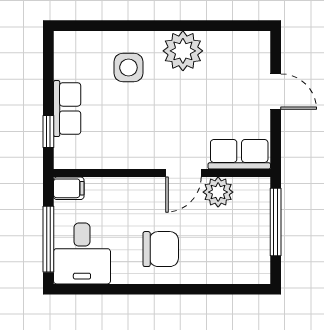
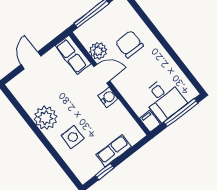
window: (48, 131) -> (105, 172), moved
water cooler: (145, 157) -> (108, 97), added
chair: (161, 249) -> (129, 44), moved
desk: (82, 253) -> (164, 99), moved, turned 90

